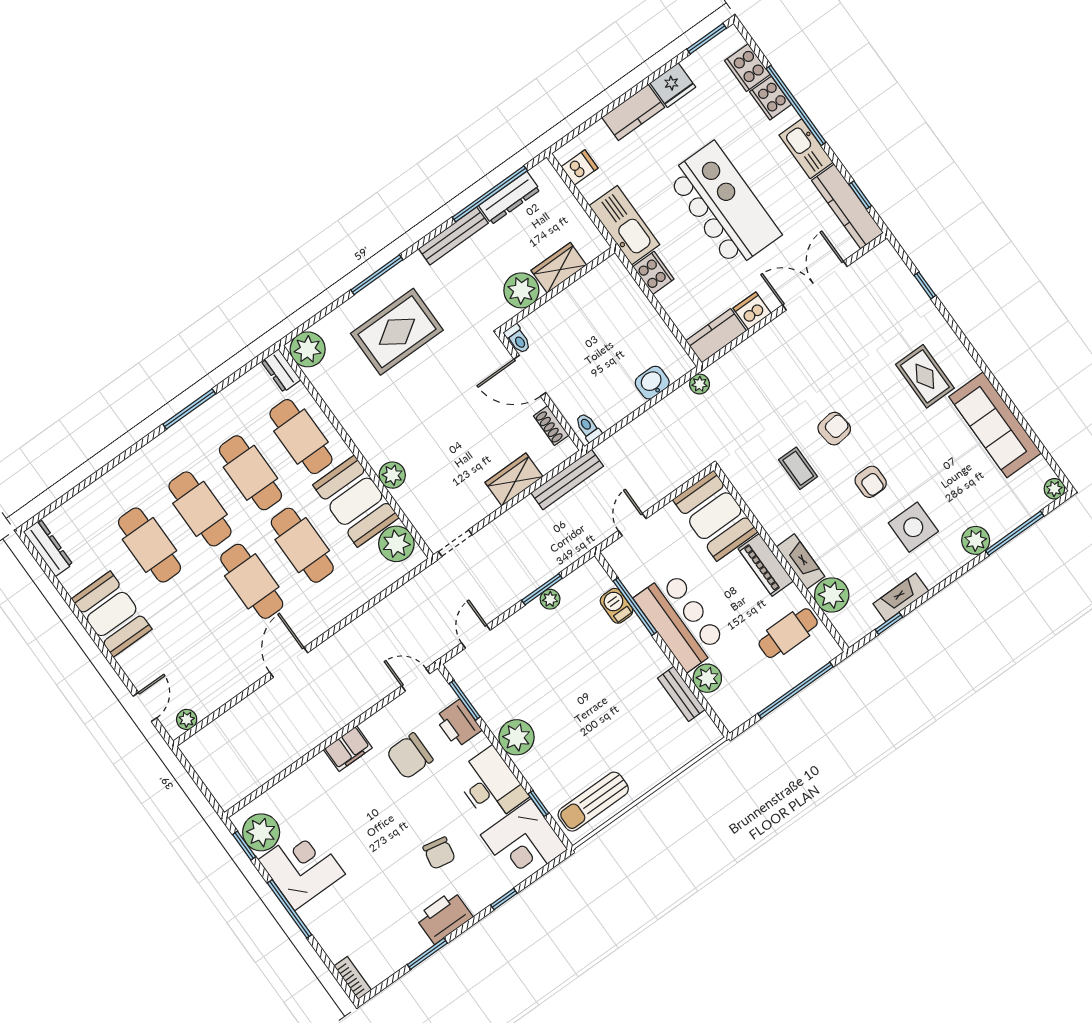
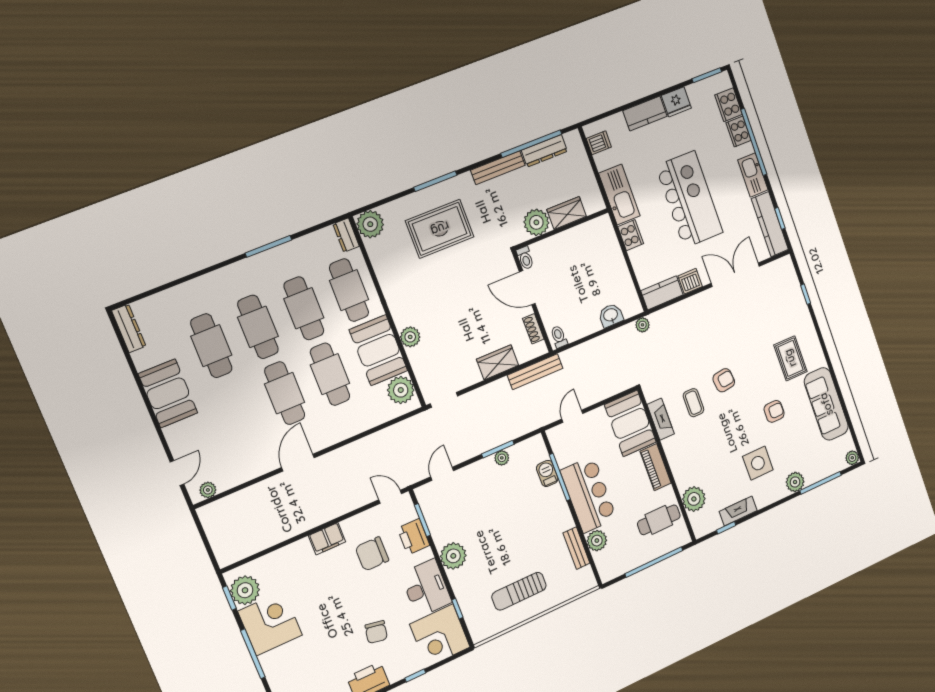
armchair: (871, 482) -> (774, 411), moved, turned -90
fireplace: (800, 562) -> (661, 419), moved
sun lounger: (593, 802) -> (519, 591), moved

